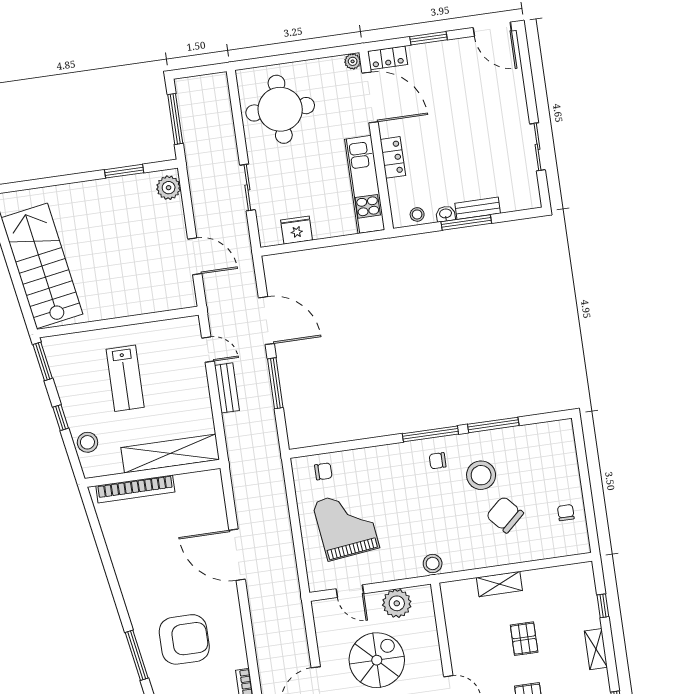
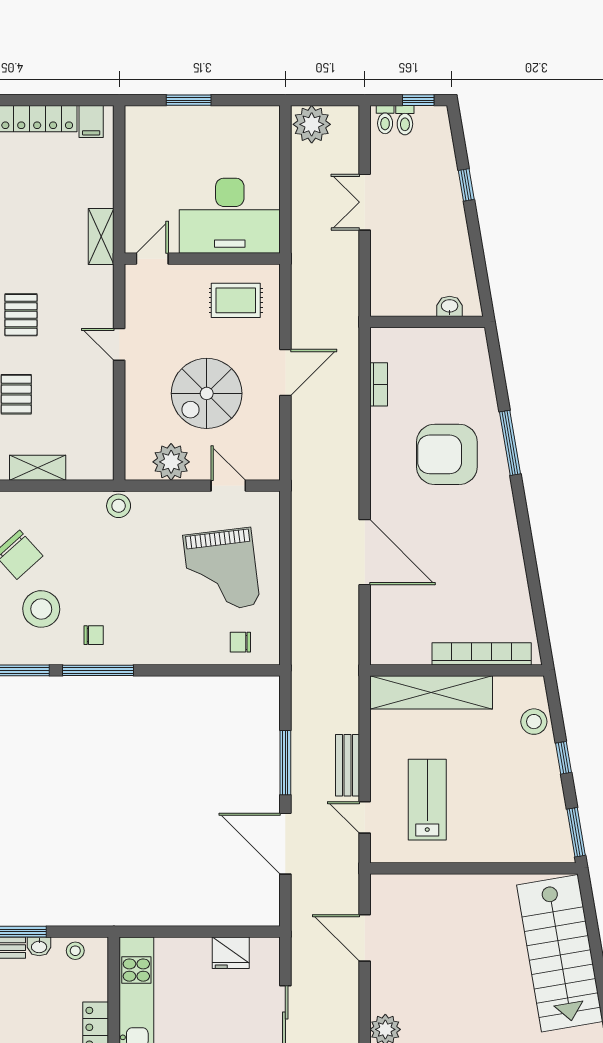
lab bench: (125, 378) -> (427, 800), moved

